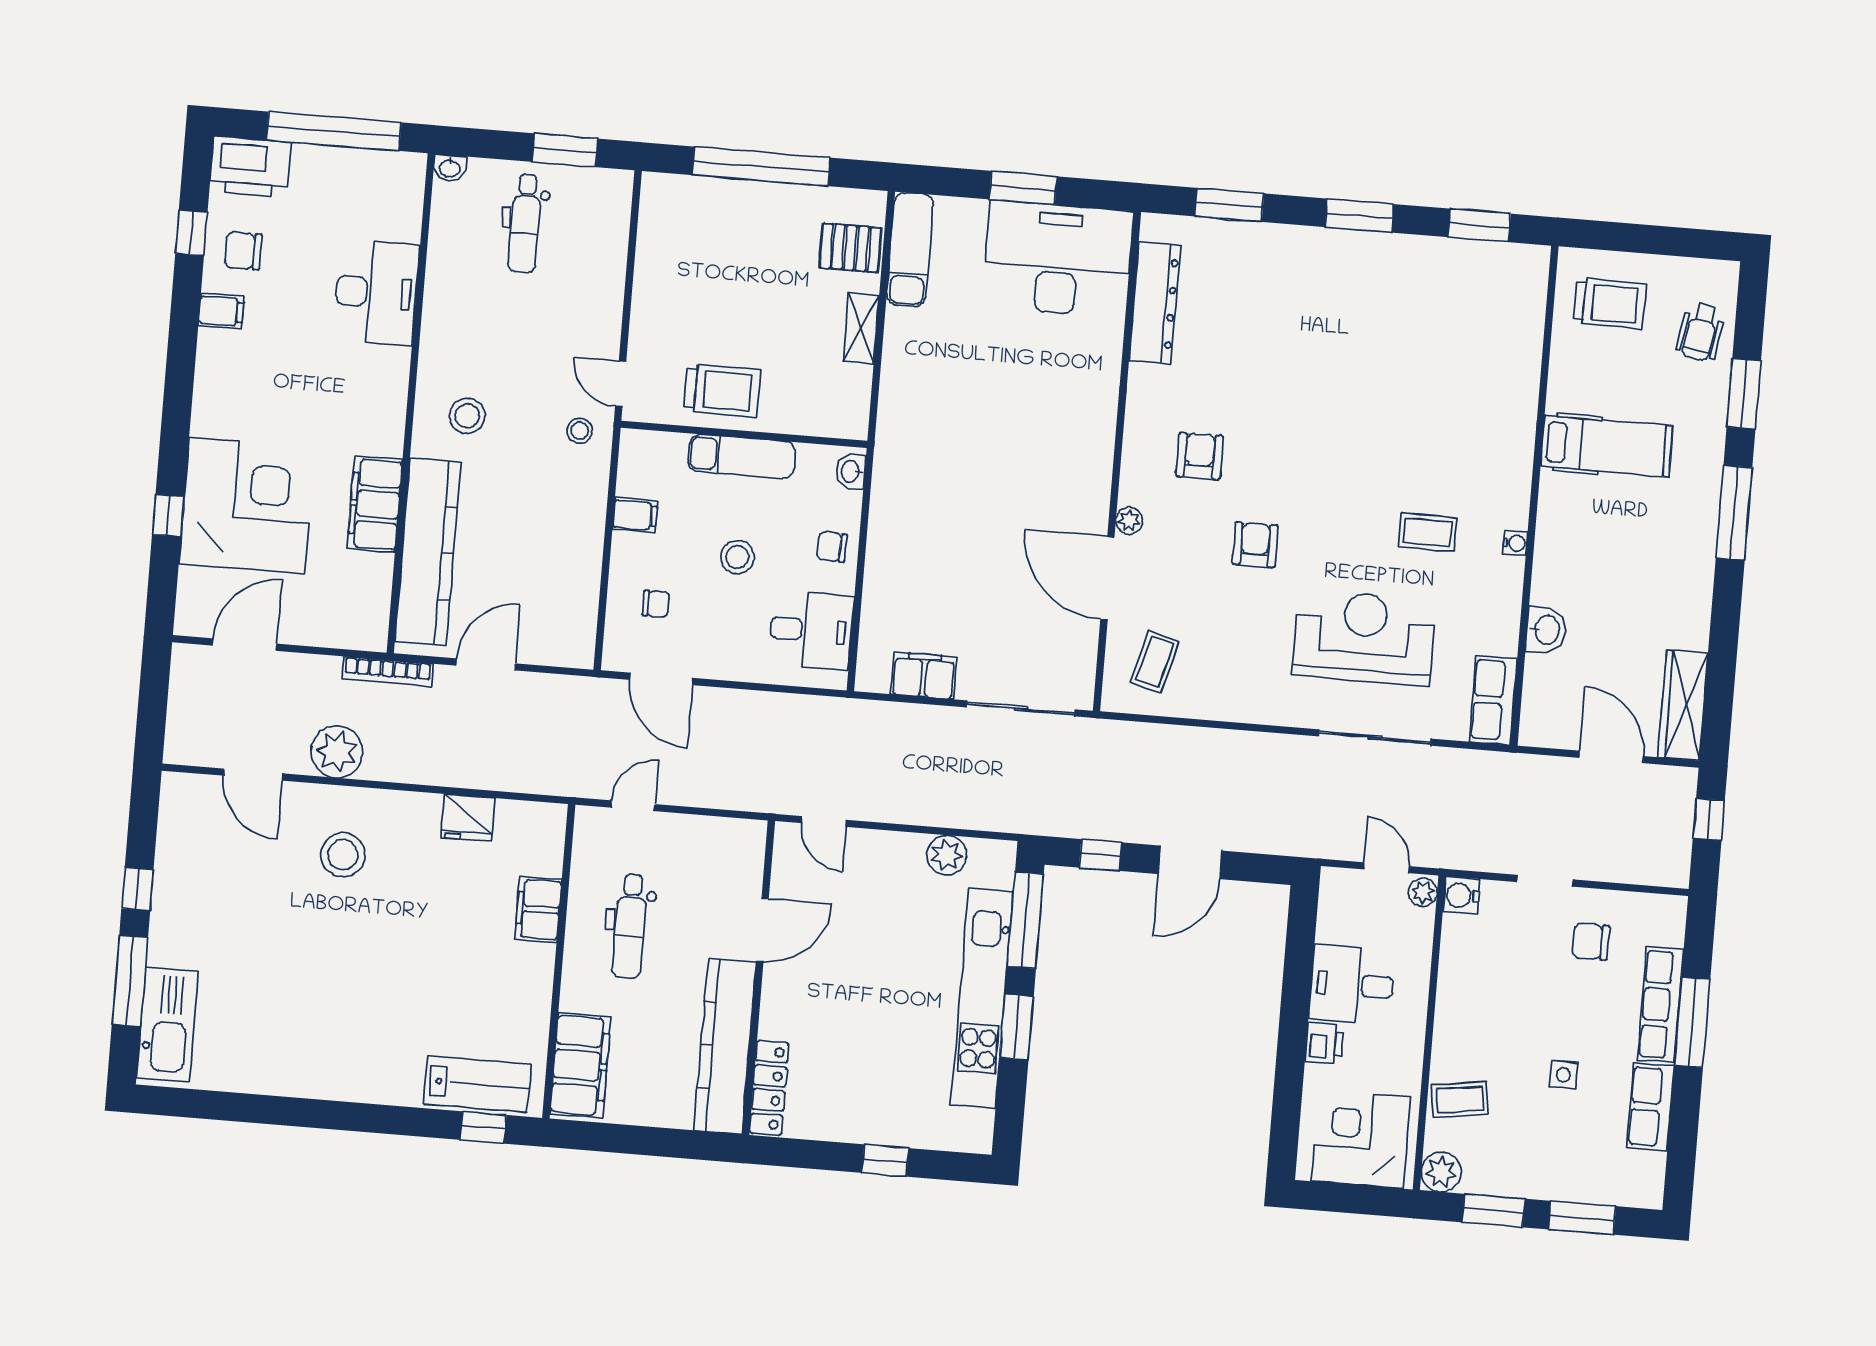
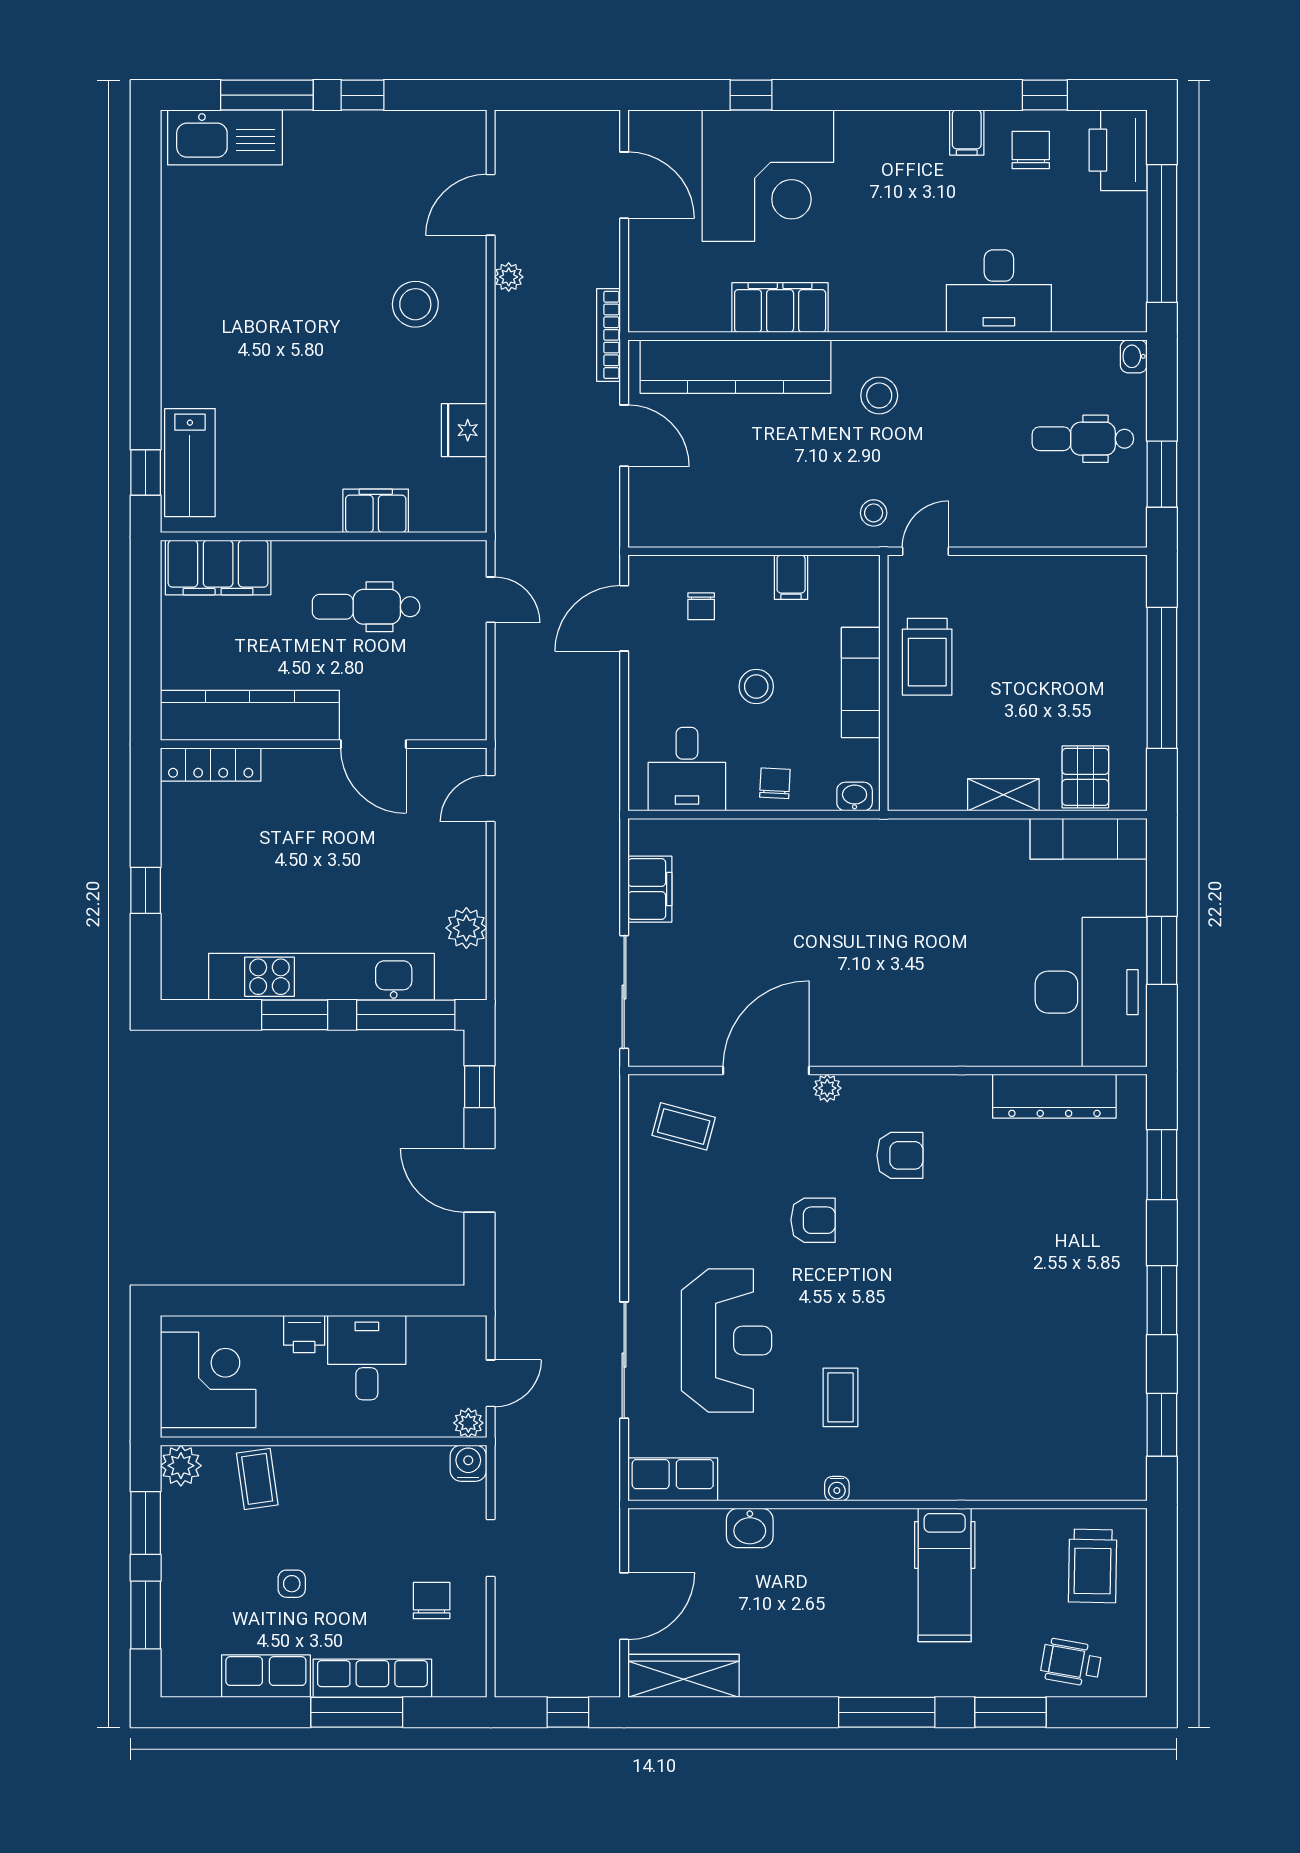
plant: (337, 752) -> (509, 277), width x0.53, depth x0.53

